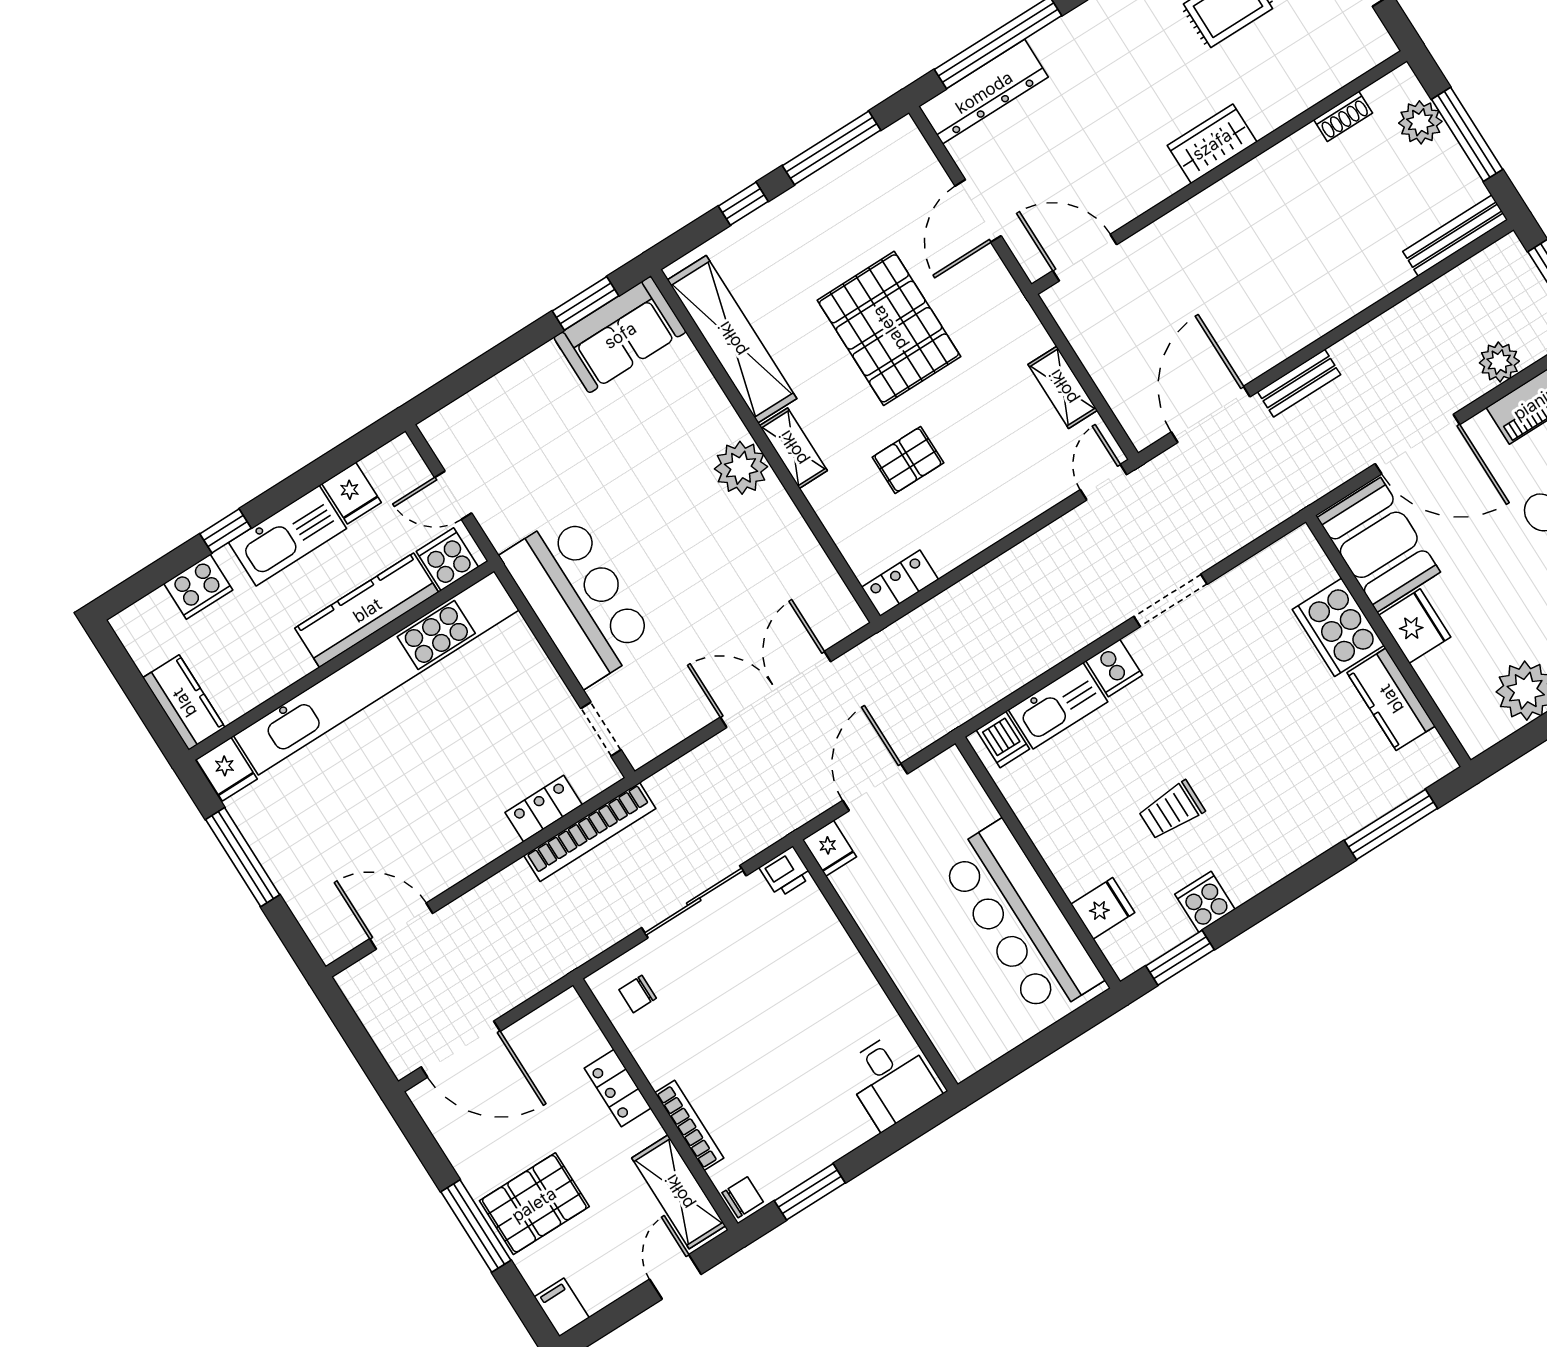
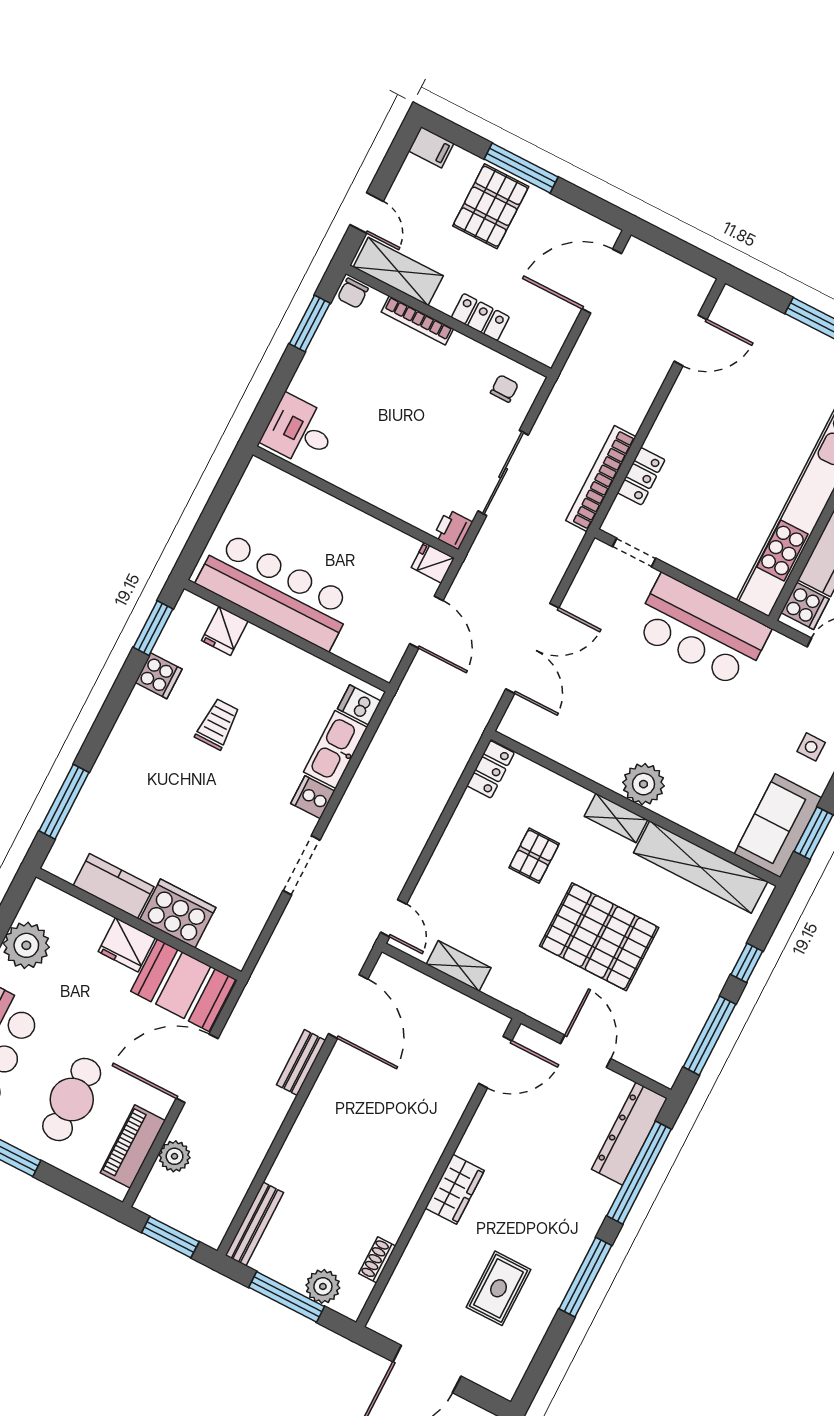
side table: (532, 400) -> (811, 747), added

